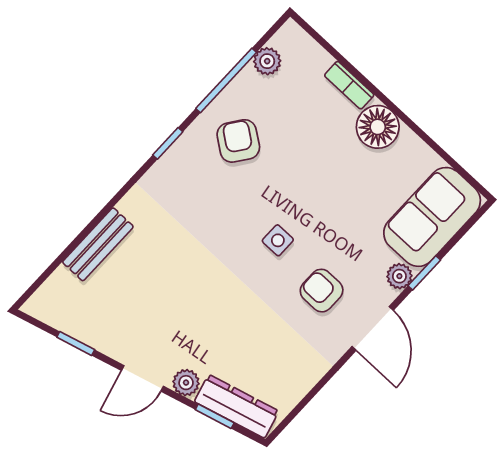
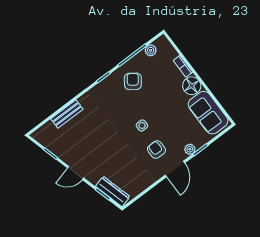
sofa: (432, 217) -> (208, 113), moved, turned -90
plant: (186, 383) -> (93, 178), removed

